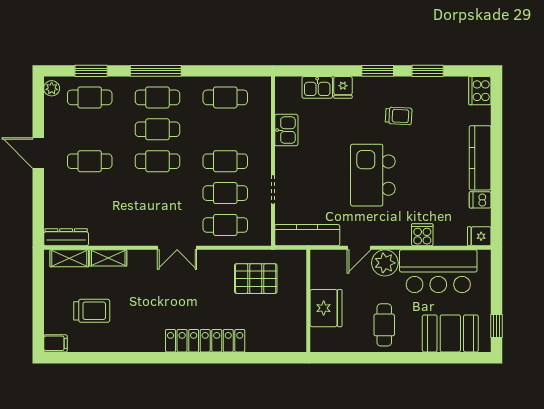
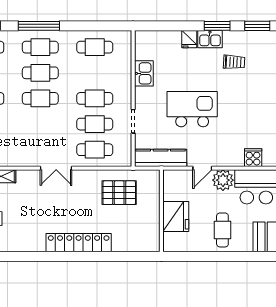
kitchen sink: (317, 87) -> (210, 39), moved
kitchen island: (373, 175) -> (192, 109), moved, turned 90

